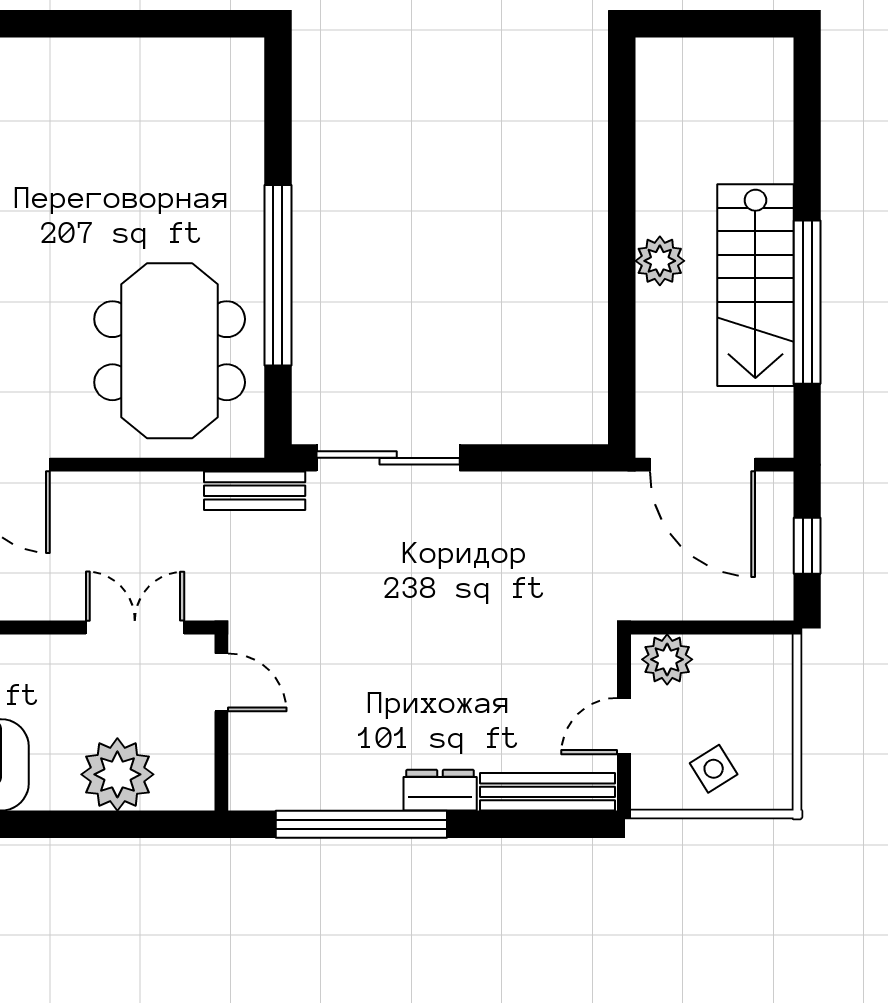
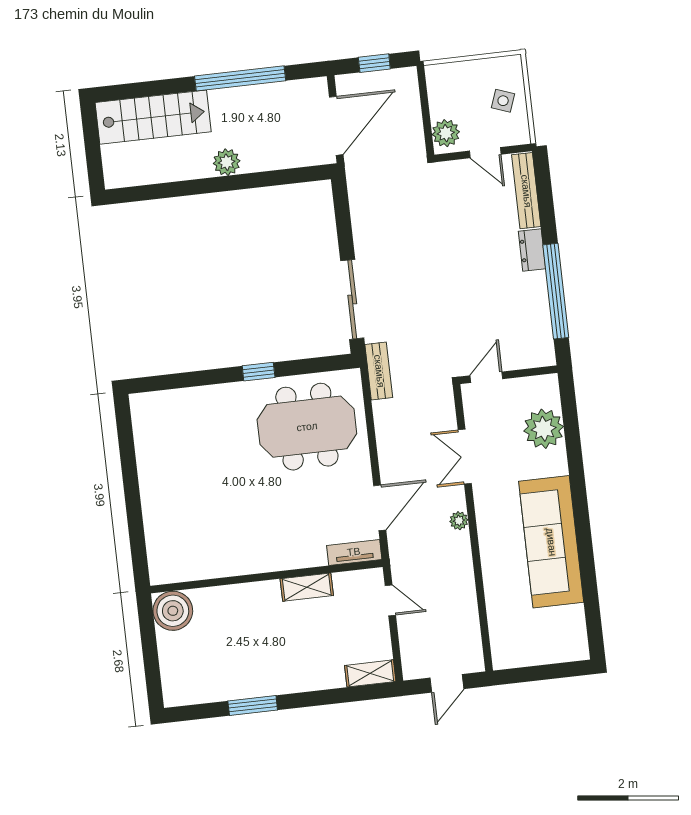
window: (278, 275) -> (259, 372), width x0.32
stairs: (755, 285) -> (153, 117), moved
double door: (135, 628) -> (465, 457), moved
side table: (714, 769) -> (503, 101), turned -38

